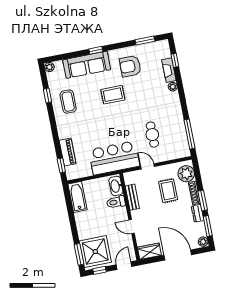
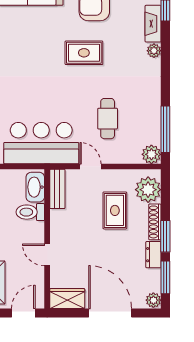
rug: (113, 95) -> (84, 53), moved
plant: (184, 151) -> (151, 154), added
bench: (132, 197) -> (57, 189), moved

